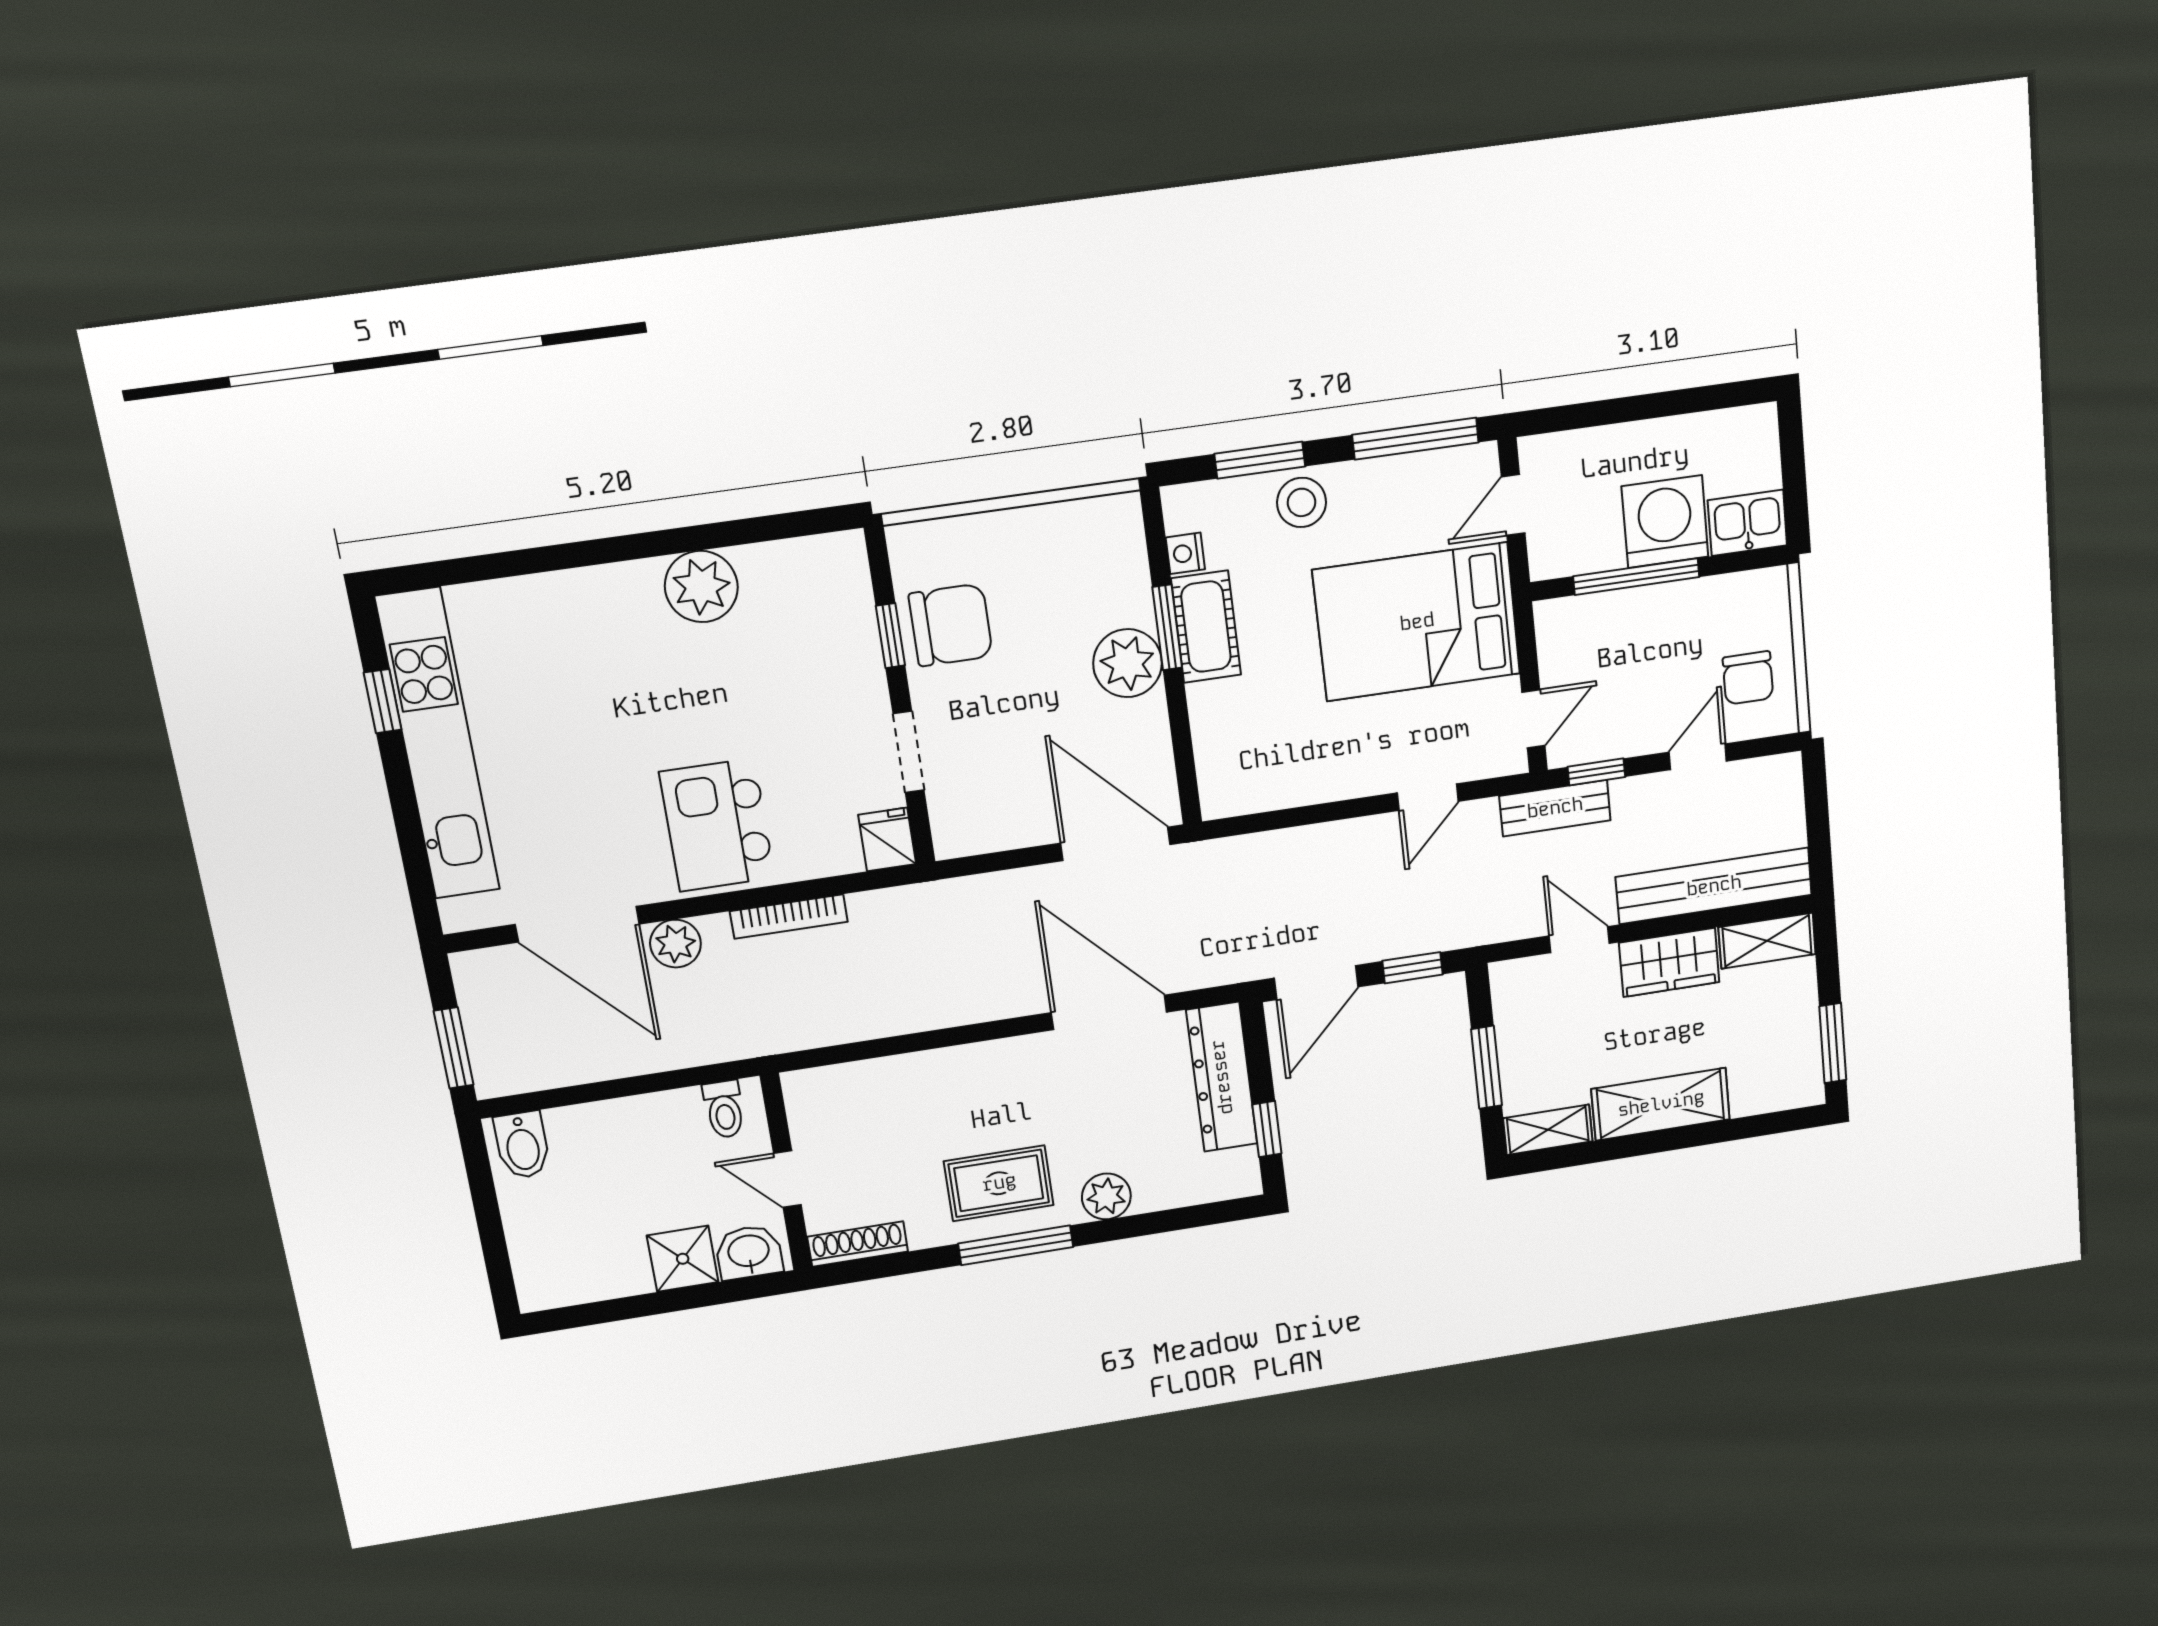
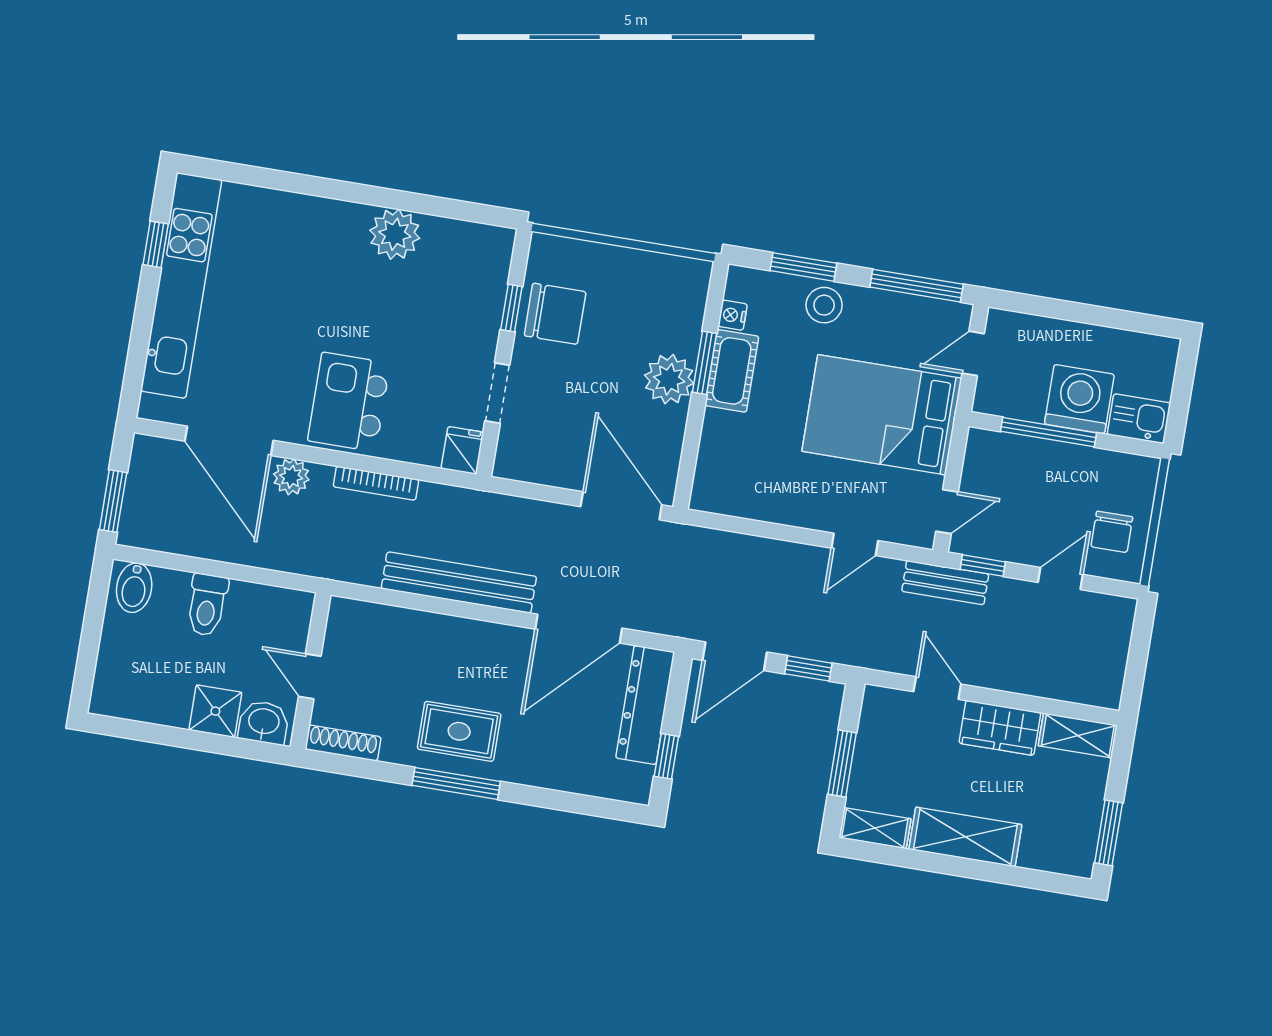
bench: (1714, 886) -> (459, 582), moved
door: (1109, 1012) -> (579, 629), swing flipped
toilet: (724, 1109) -> (207, 605), moved, width x1.37, depth x1.39
plant: (1106, 1196) -> (534, 768), removed

